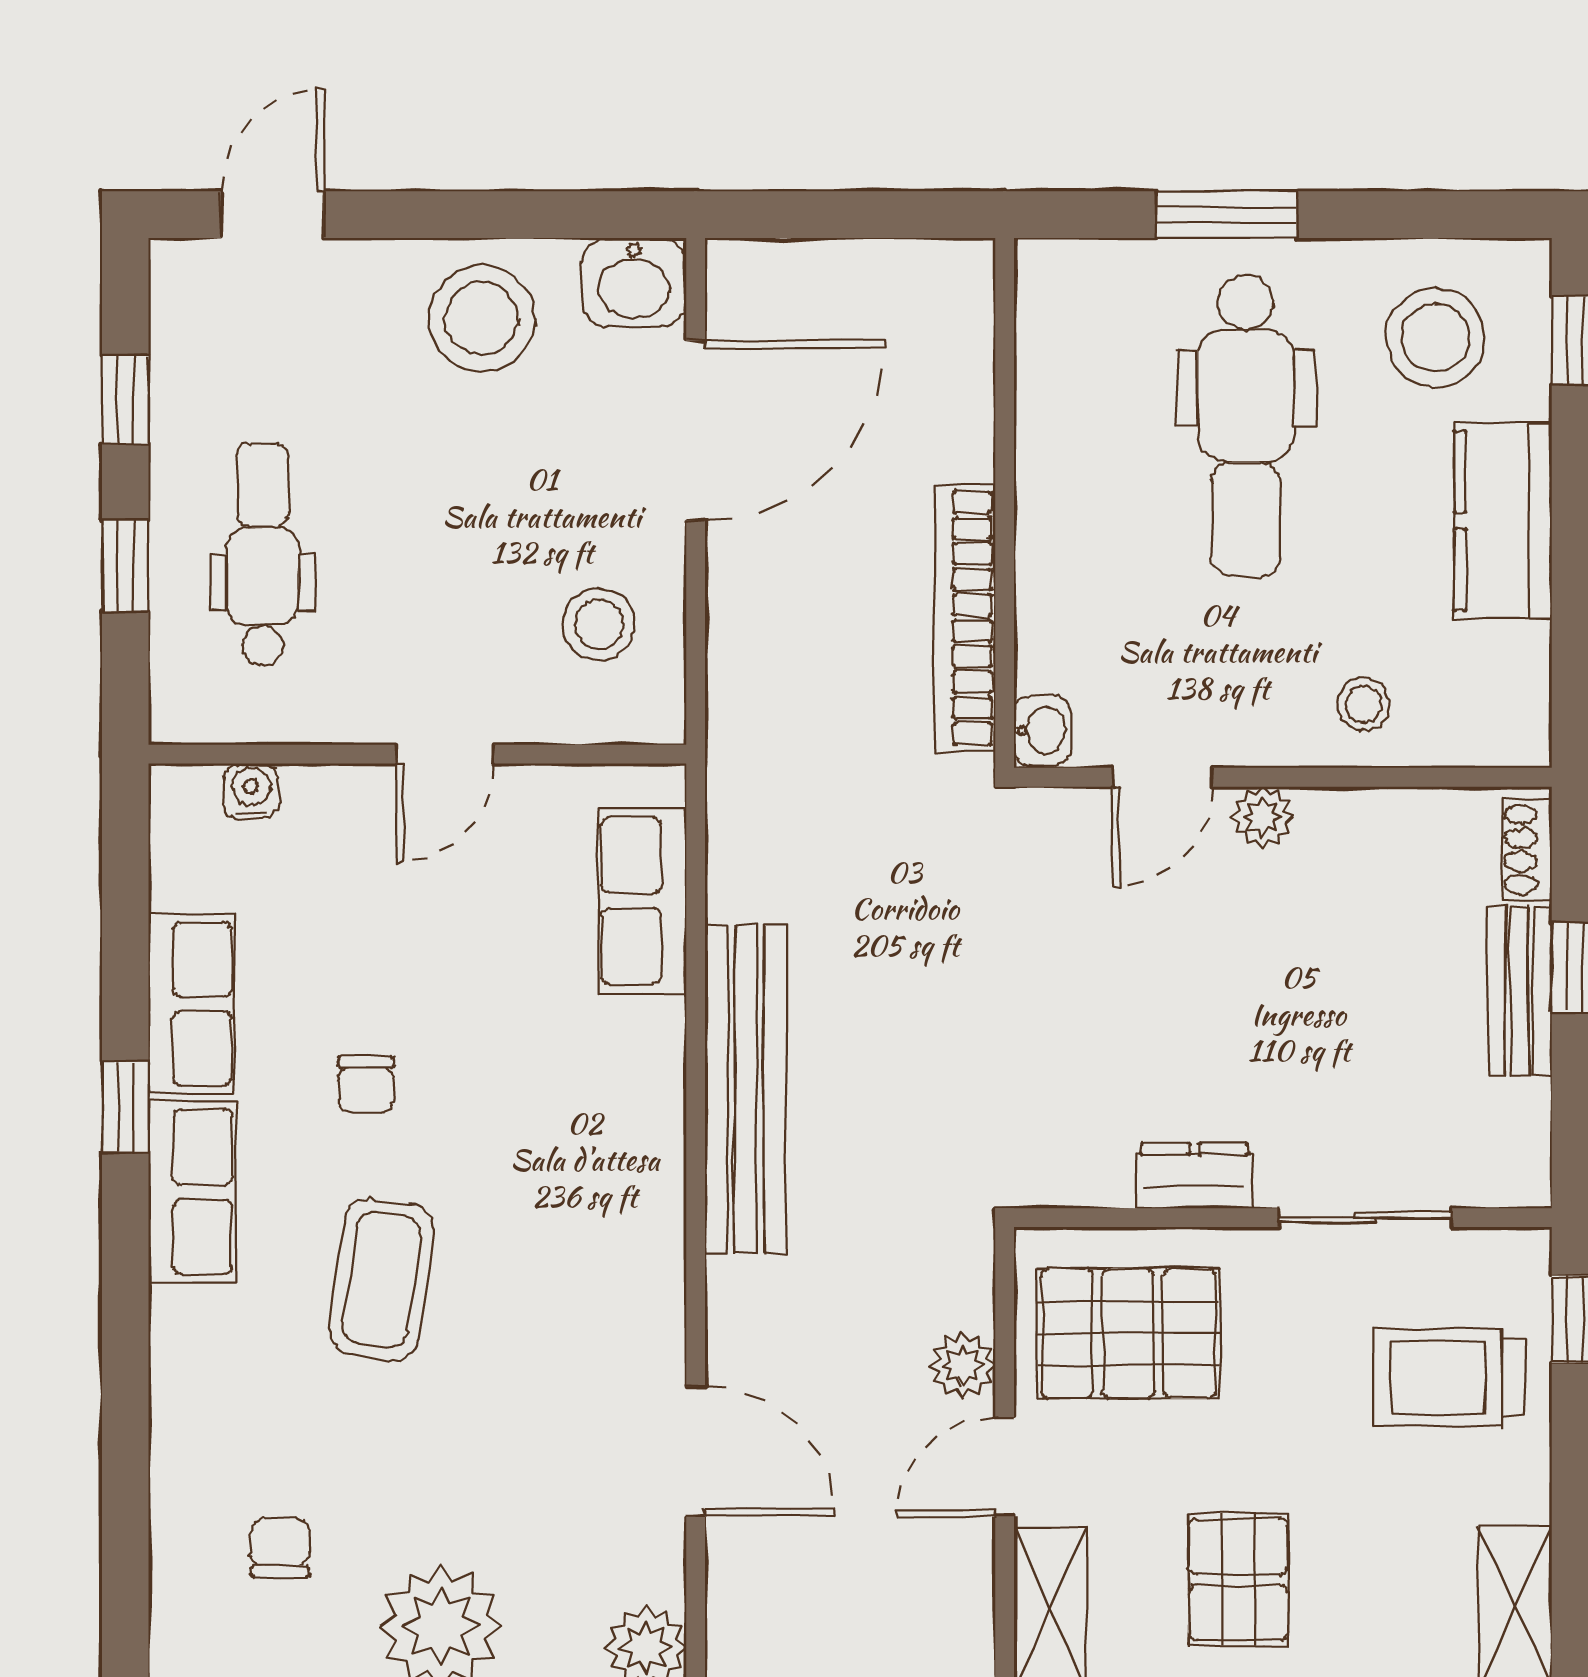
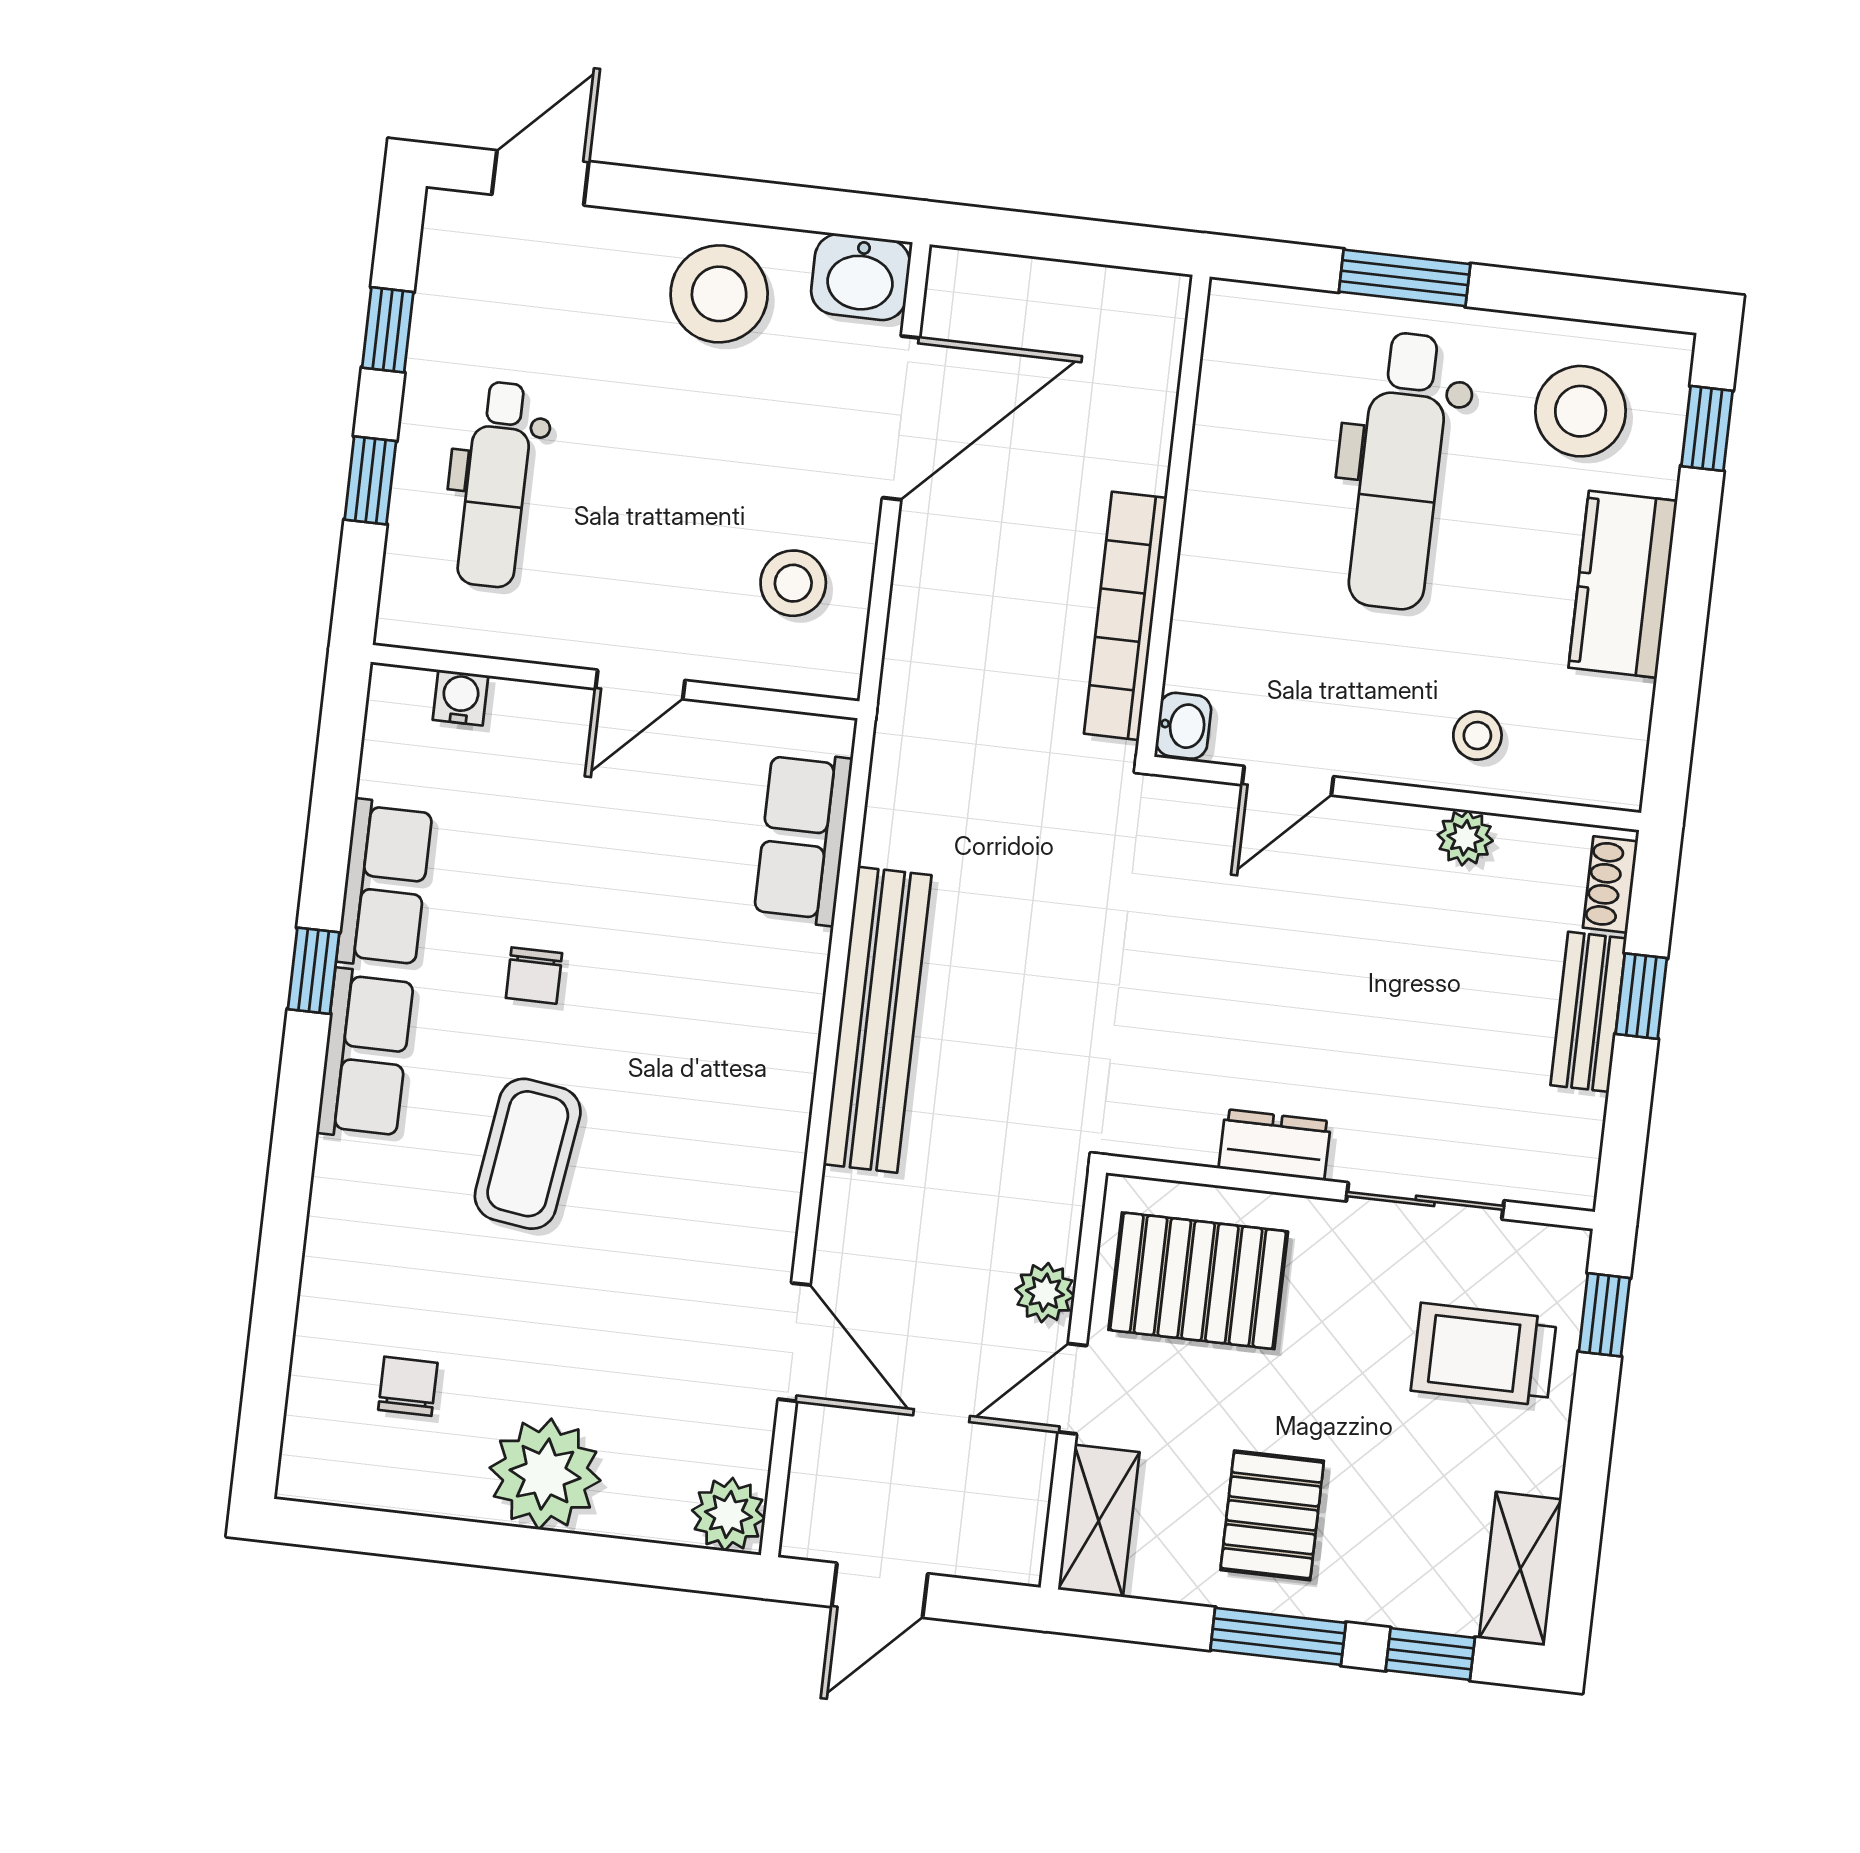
dental chair: (262, 554) -> (496, 484), turned 180
plant: (1263, 817) -> (1465, 838), moved

